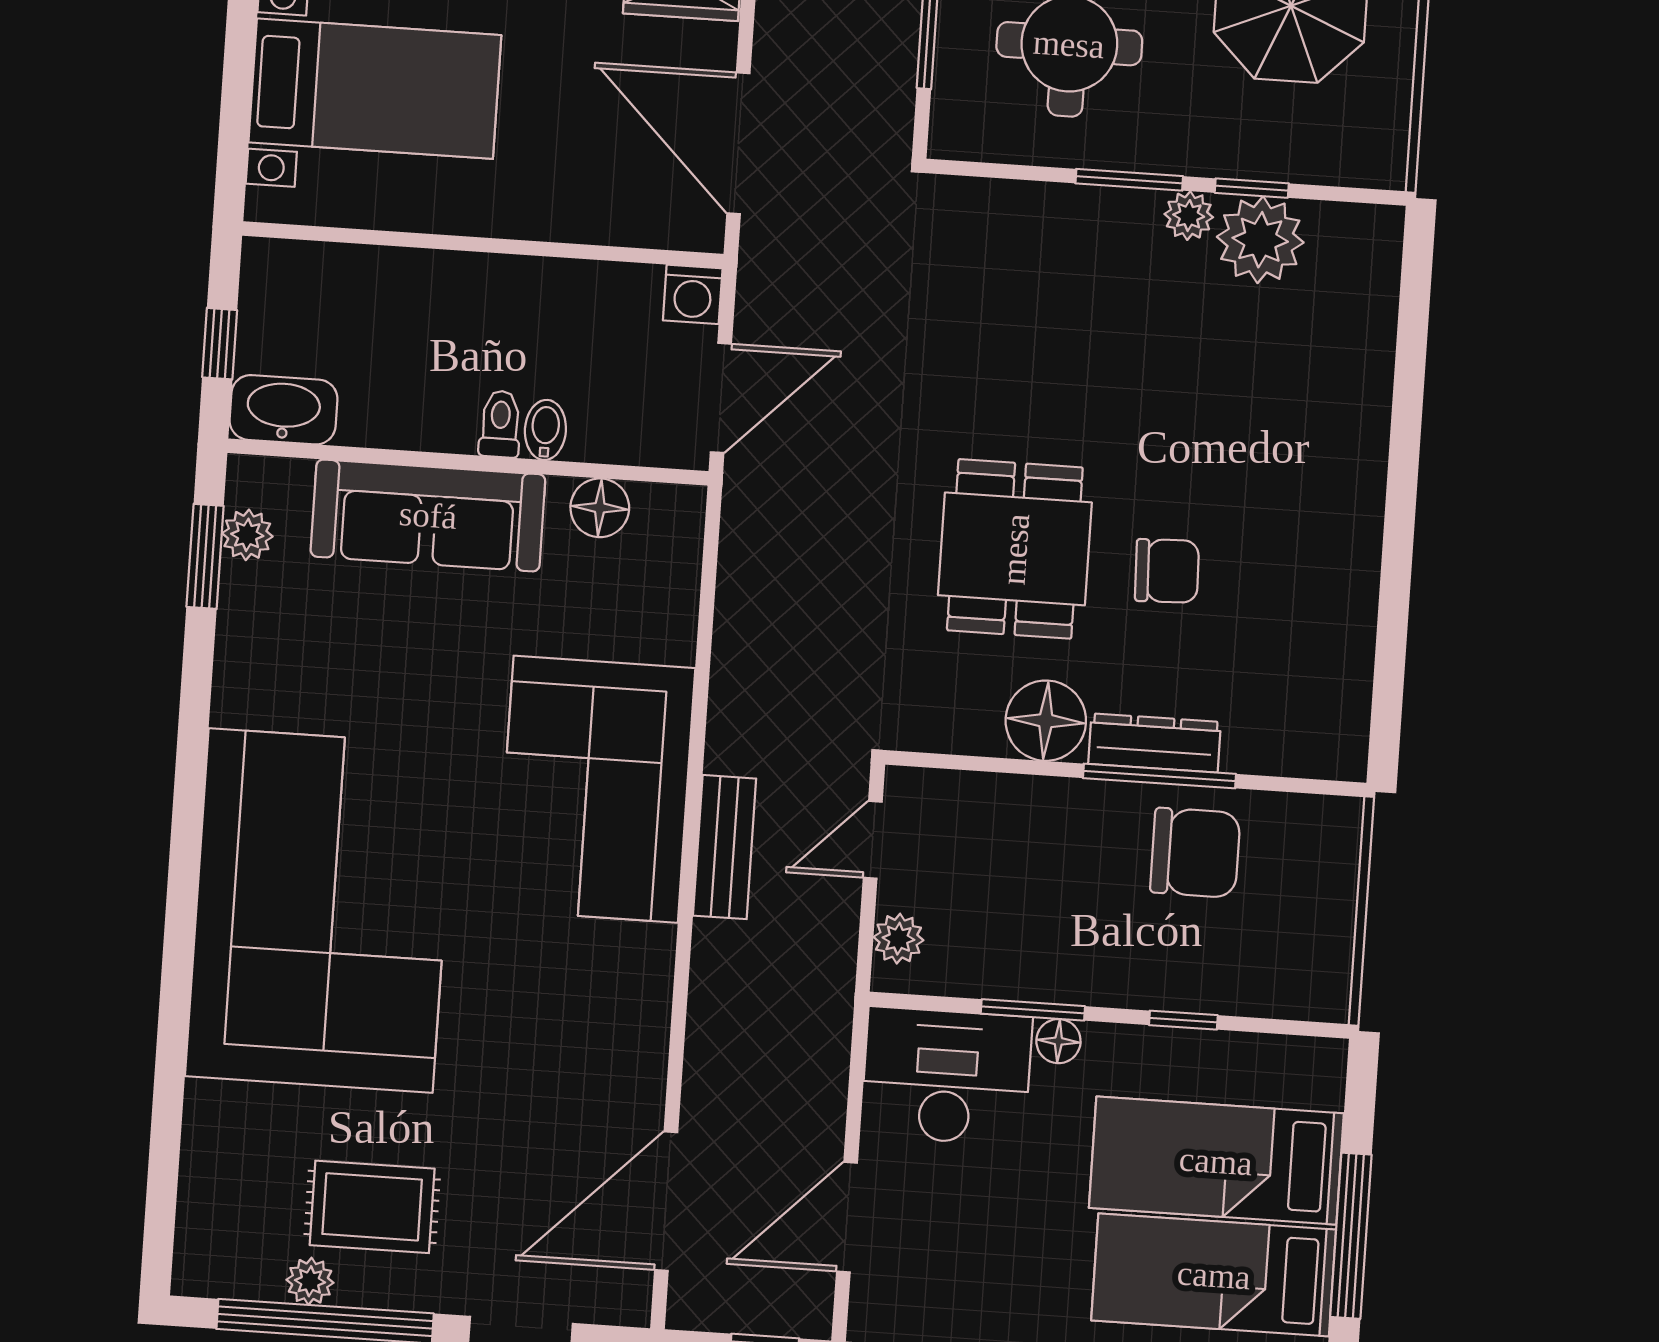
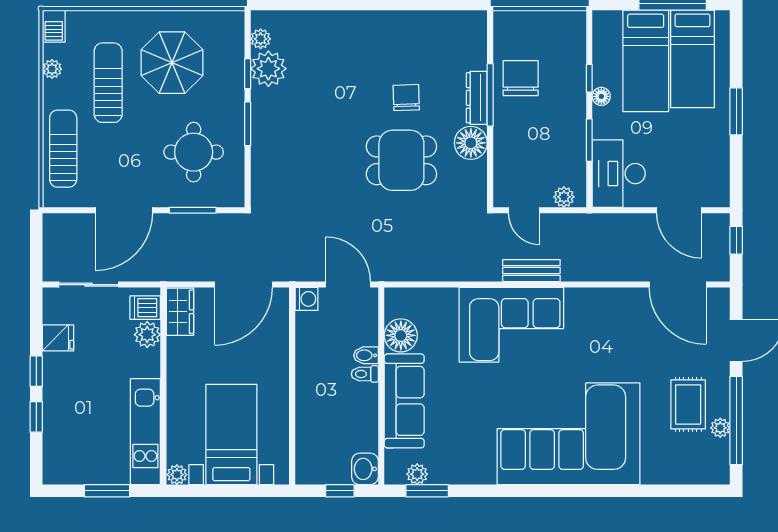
plant: (1189, 216) -> (261, 39), moved
washbasin: (283, 410) -> (365, 469), width x0.72
floor lamp: (600, 508) -> (401, 335), width x1.38, depth x1.38
floor lamp: (1058, 1041) -> (601, 96), moved

